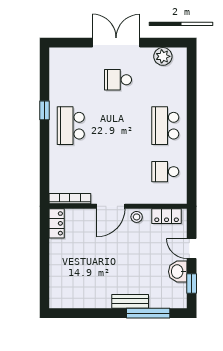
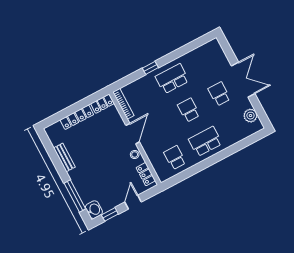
window: (45, 110) -> (150, 68), moved
school desk: (118, 126) -> (189, 110), added
door: (111, 206) -> (133, 134), swing flipped
locker: (57, 262) -> (77, 117), added
washbasin: (178, 272) -> (94, 210), moved, turned 90
bench: (130, 301) -> (64, 157), moved

